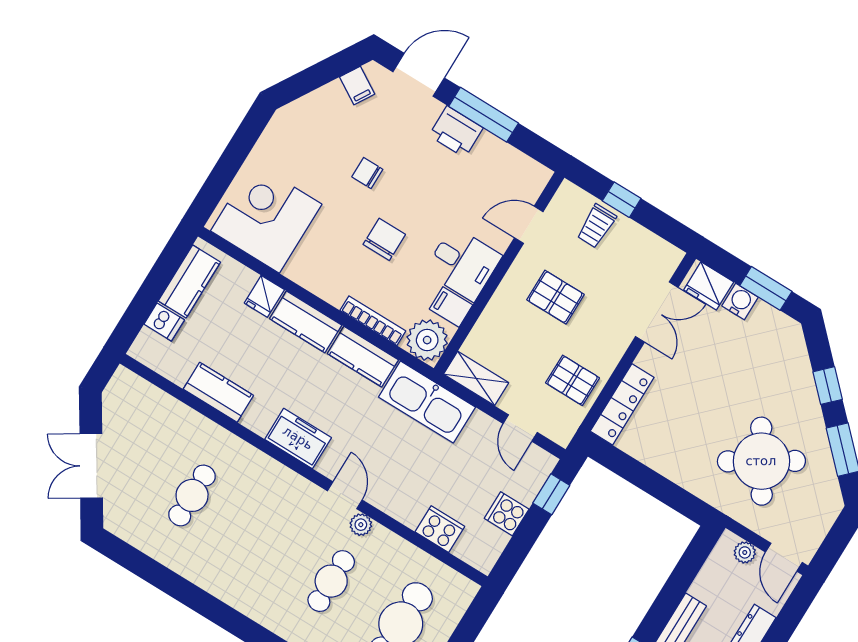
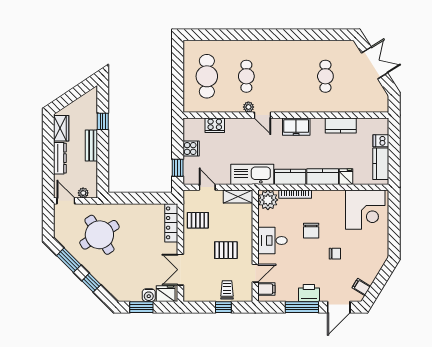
filing cabinet: (451, 307) -> (266, 289), moved

